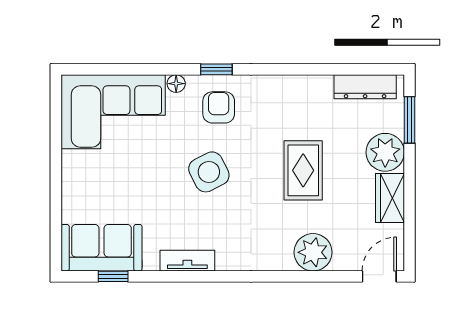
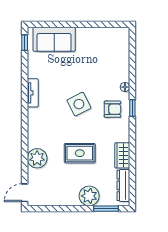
corner sofa: (113, 112) -> (110, 54), removed
wardrobe: (390, 198) -> (122, 155), moved, turned -90
sofa: (101, 248) -> (54, 39), moved, turned 90
window: (113, 276) -> (25, 43), moved
door: (379, 276) -> (25, 193), swing flipped

